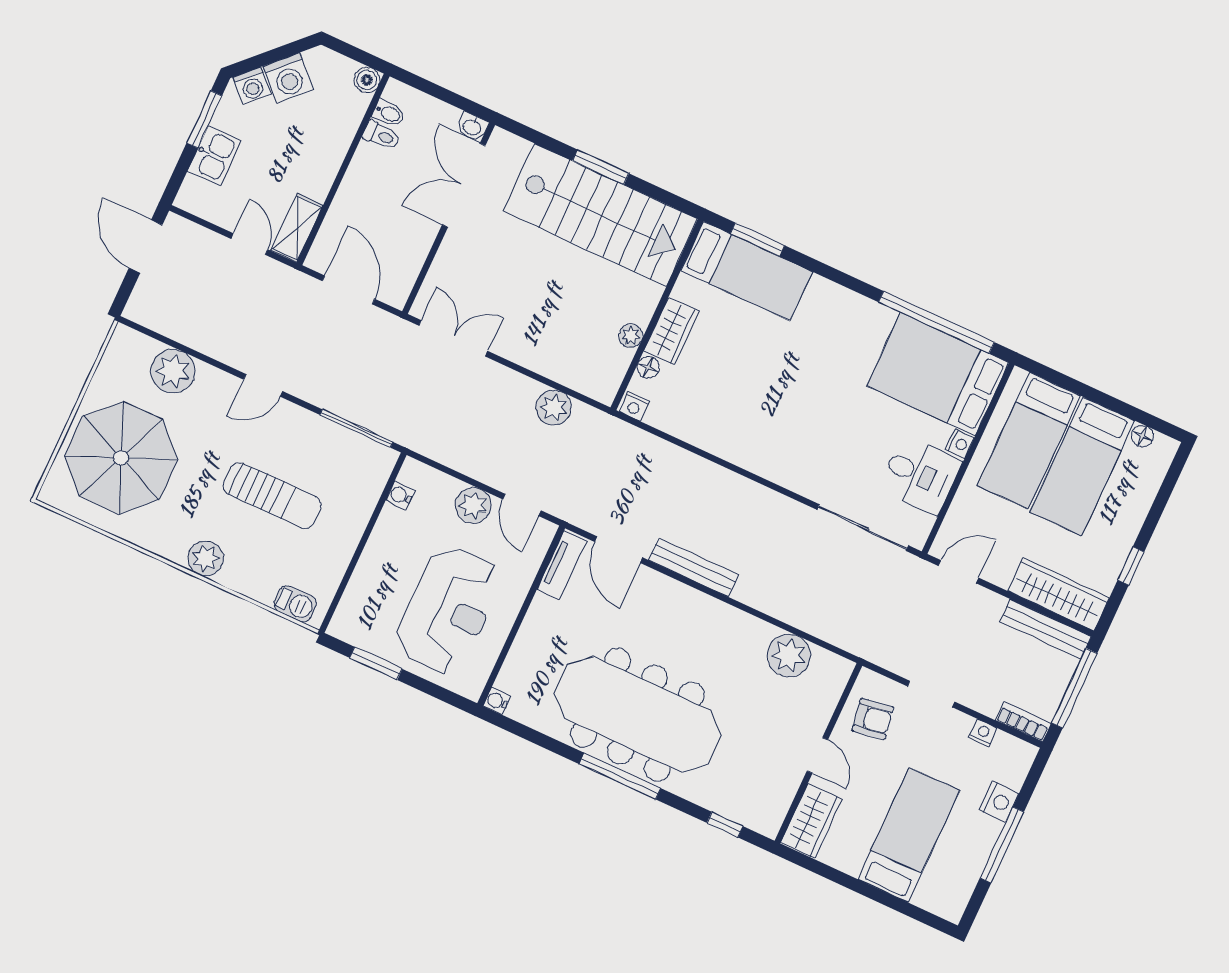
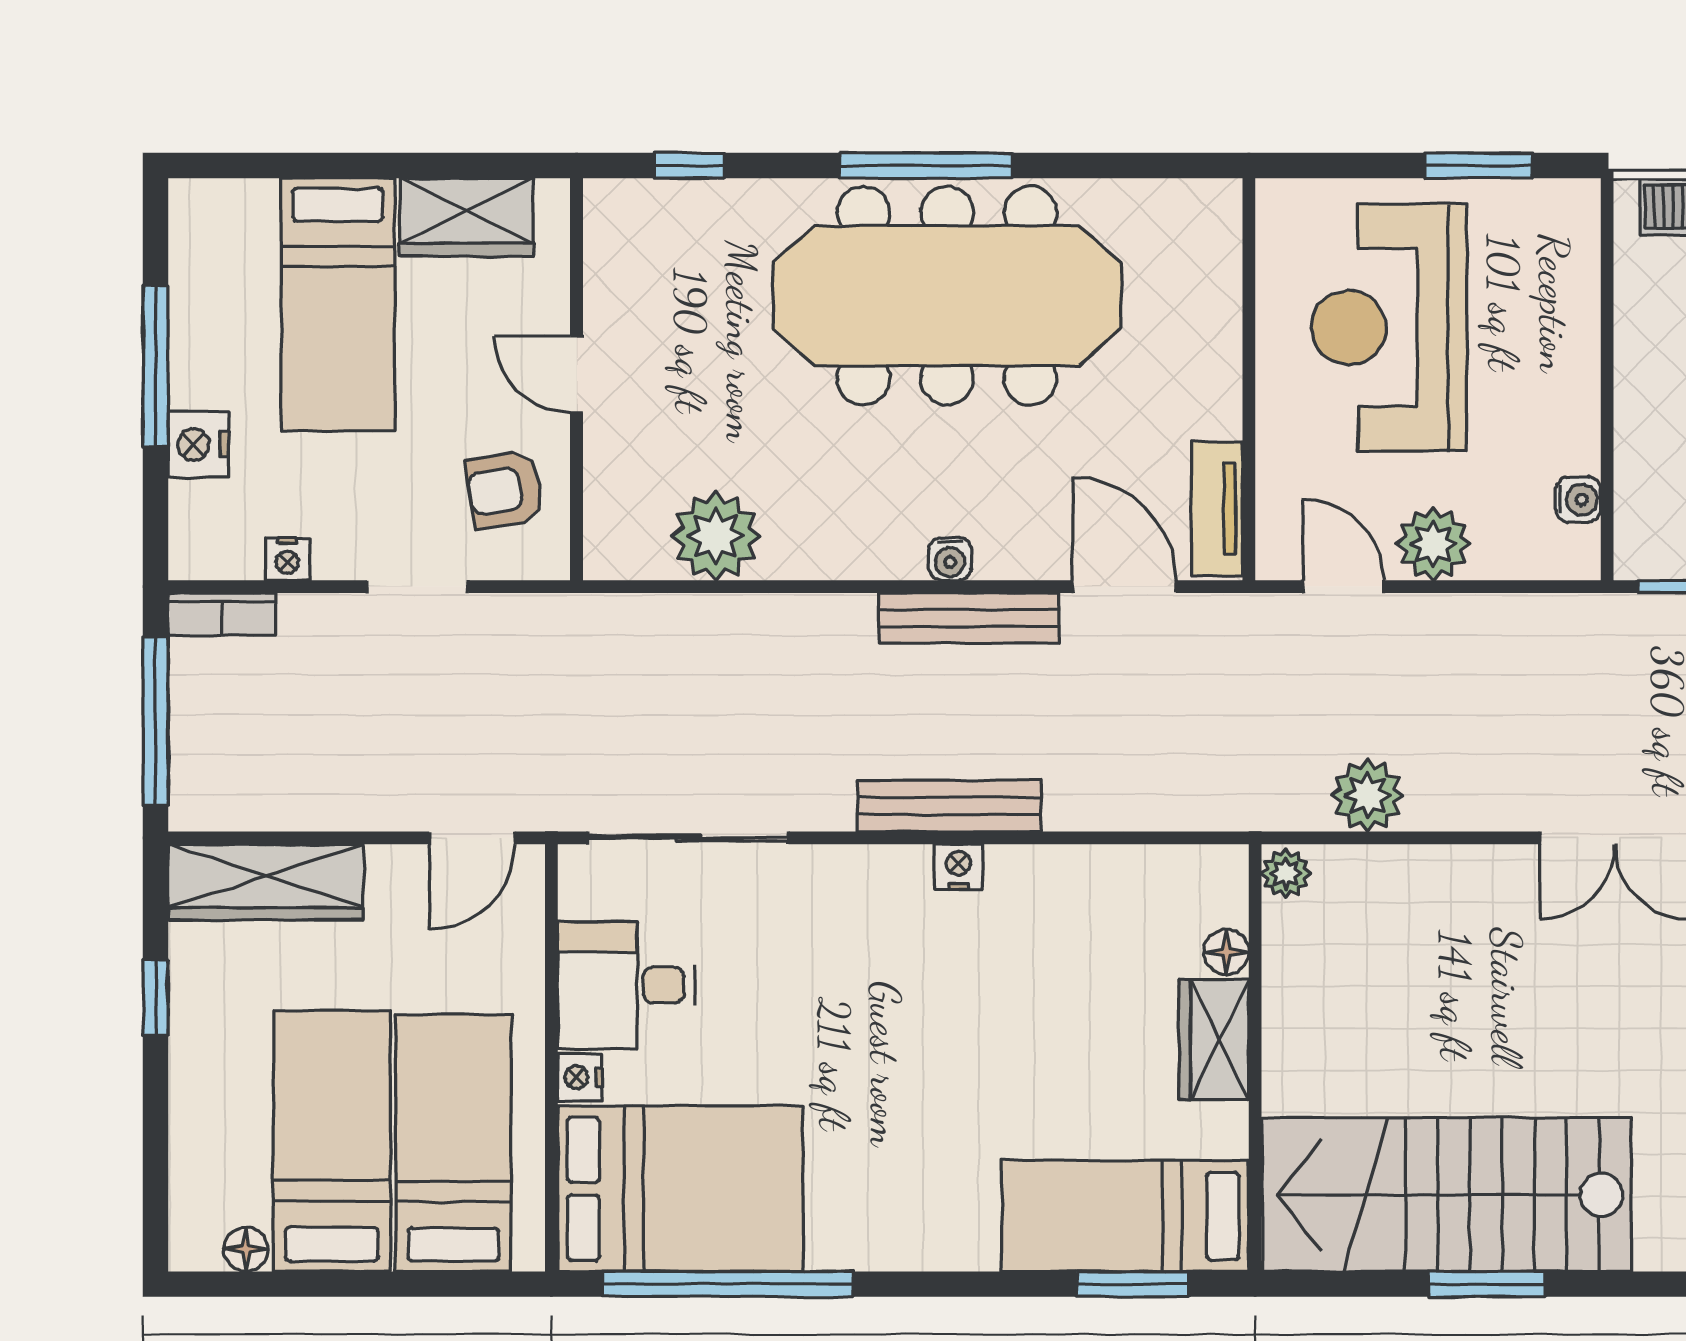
plant: (631, 336) -> (1286, 873), moved
nightstand: (634, 406) -> (958, 867), moved
bench: (1046, 629) -> (949, 806), moved
water cooler: (497, 701) -> (950, 559), moved, turned 90
wardrobe: (811, 821) -> (467, 217), moved, turned -90

